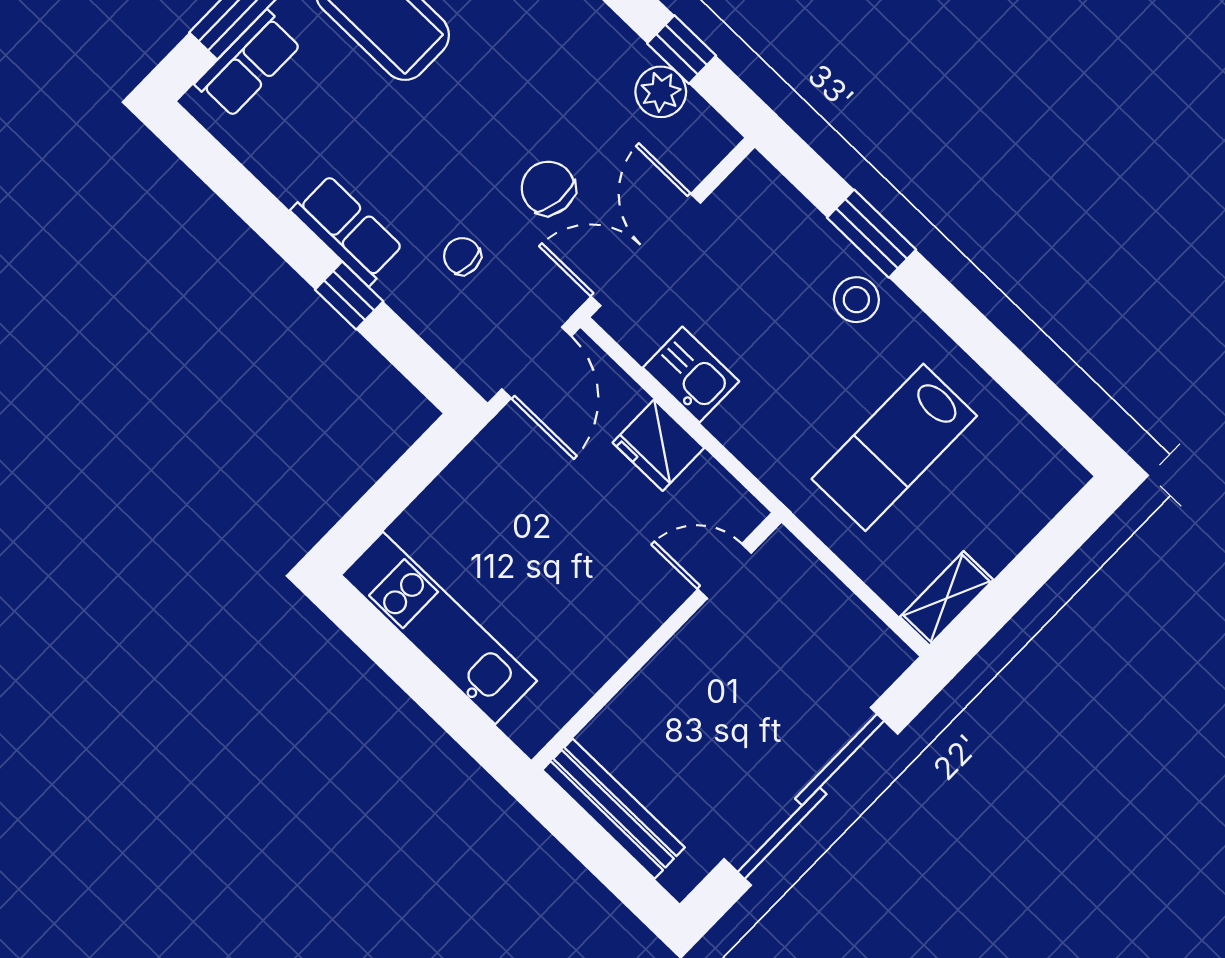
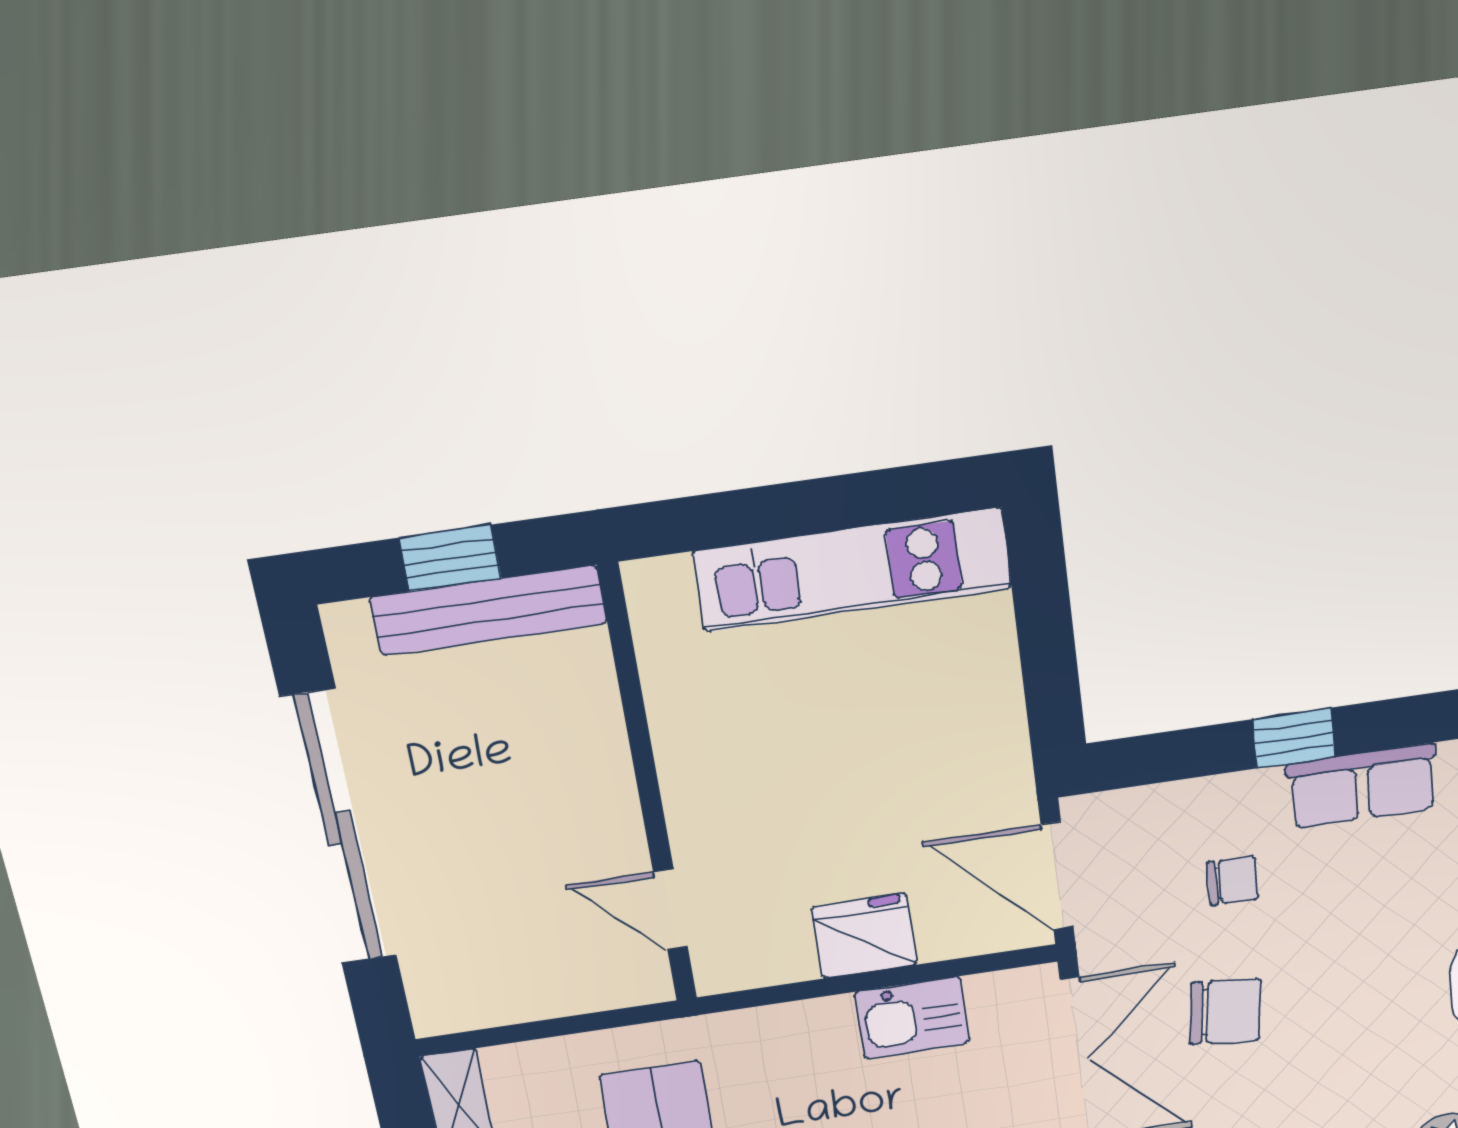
door: (724, 571) -> (670, 910), swing flipped
window: (598, 852) -> (450, 558), added

